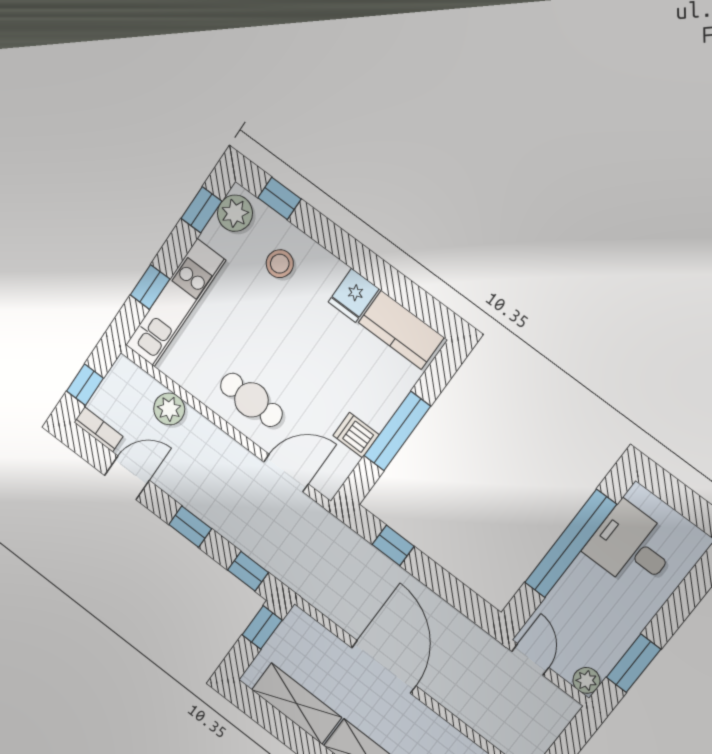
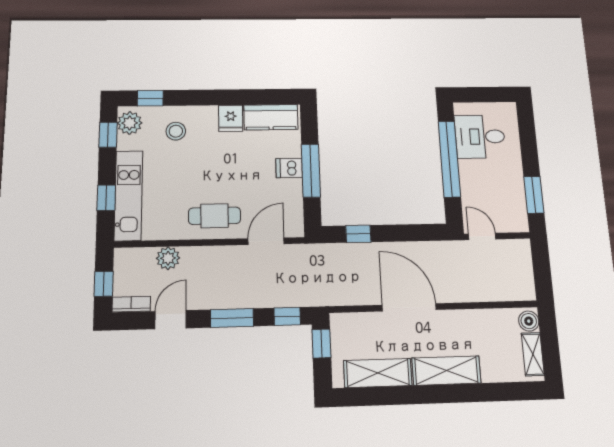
dishwasher: (356, 435) -> (289, 168), moved
window: (190, 527) -> (232, 318), width x1.50
plant: (586, 680) -> (520, 224), removed

